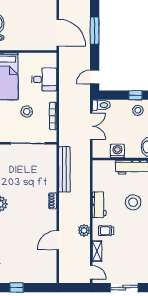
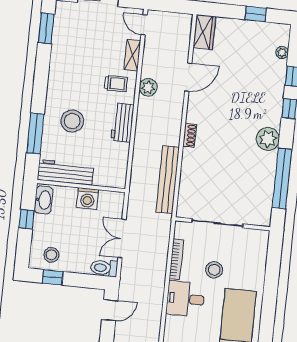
desk: (44, 79) -> (185, 299), moved
wardrobe: (50, 272) -> (204, 32), added

